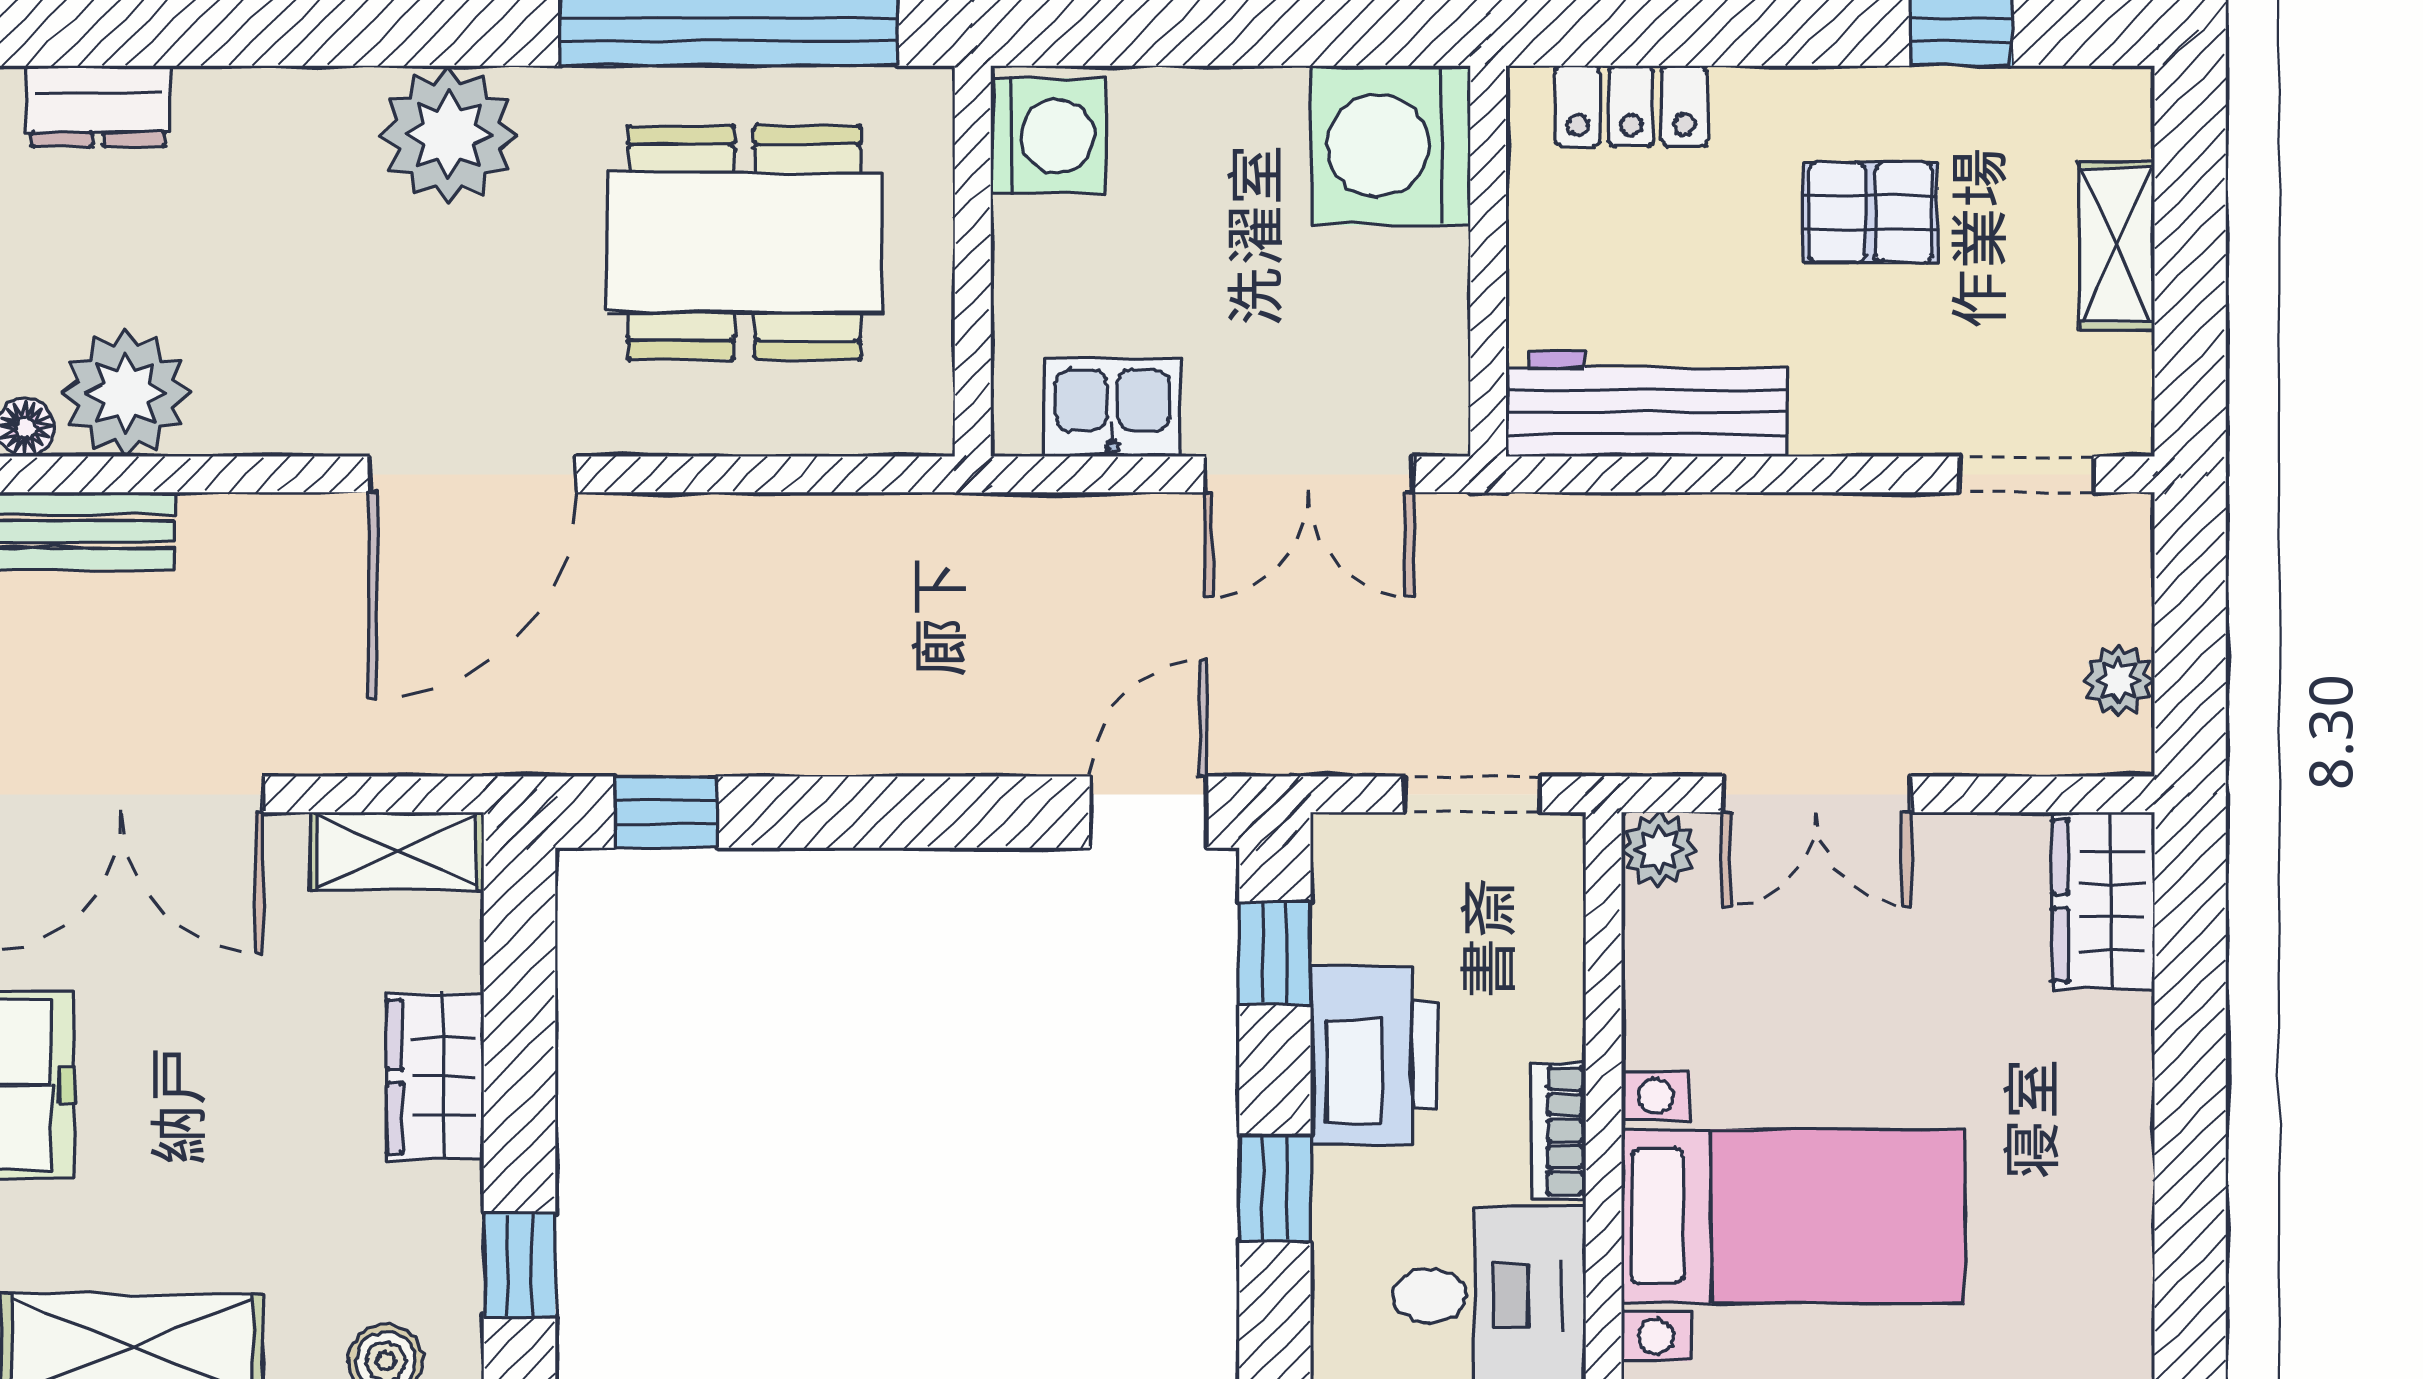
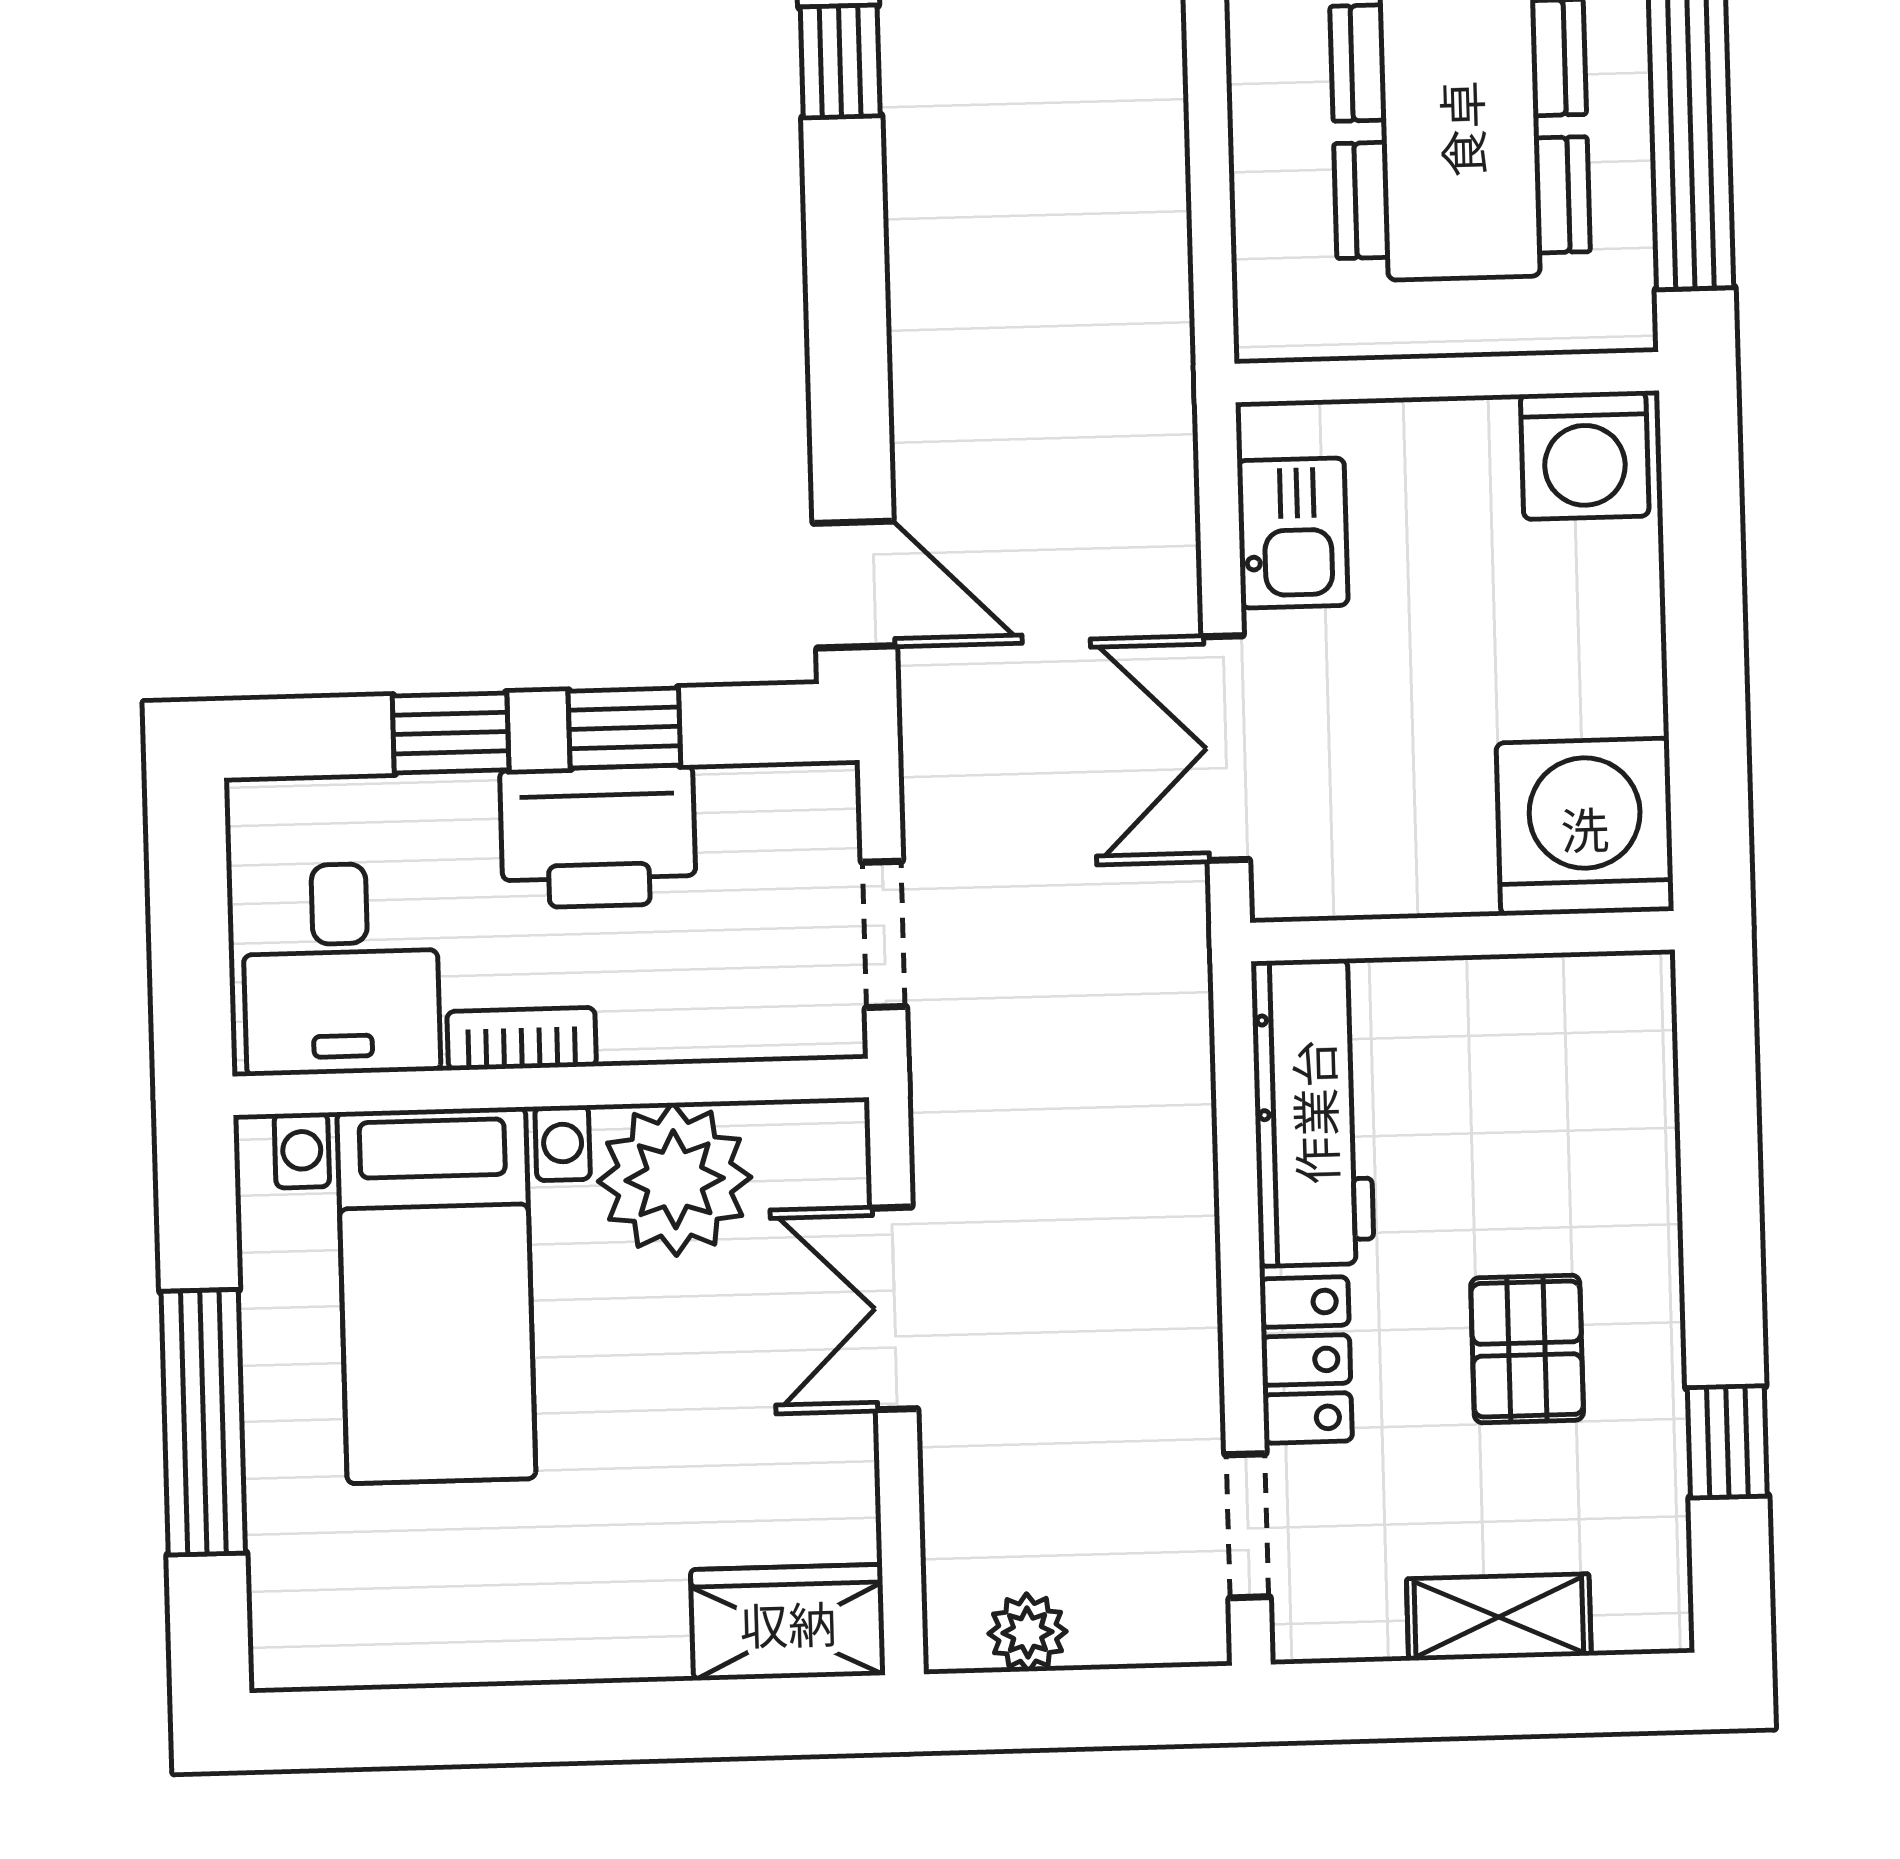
locker: (1631, 106) -> (1306, 1360), moved, turned 180
plant: (1659, 850) -> (675, 1179), moved, width x1.88, depth x1.88
window: (1275, 953) -> (624, 728), moved

